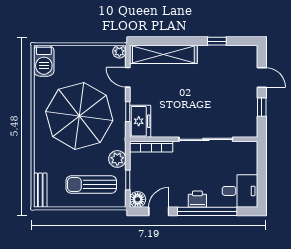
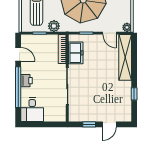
door: (128, 77) -> (110, 33), swing flipped
freezer: (140, 121) -> (76, 53), moved, turned -90
floor lamp: (138, 199) -> (26, 40), removed

